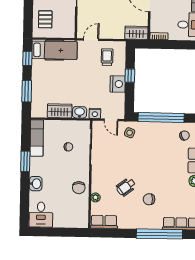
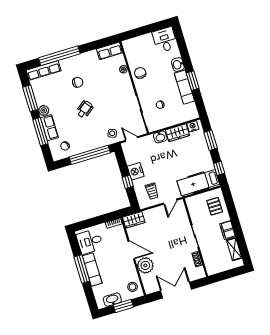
nightstand: (95, 113) -> (193, 126), moved
exam couch: (37, 138) -> (184, 87), moved
wheelchair: (126, 187) -> (85, 109), moved

